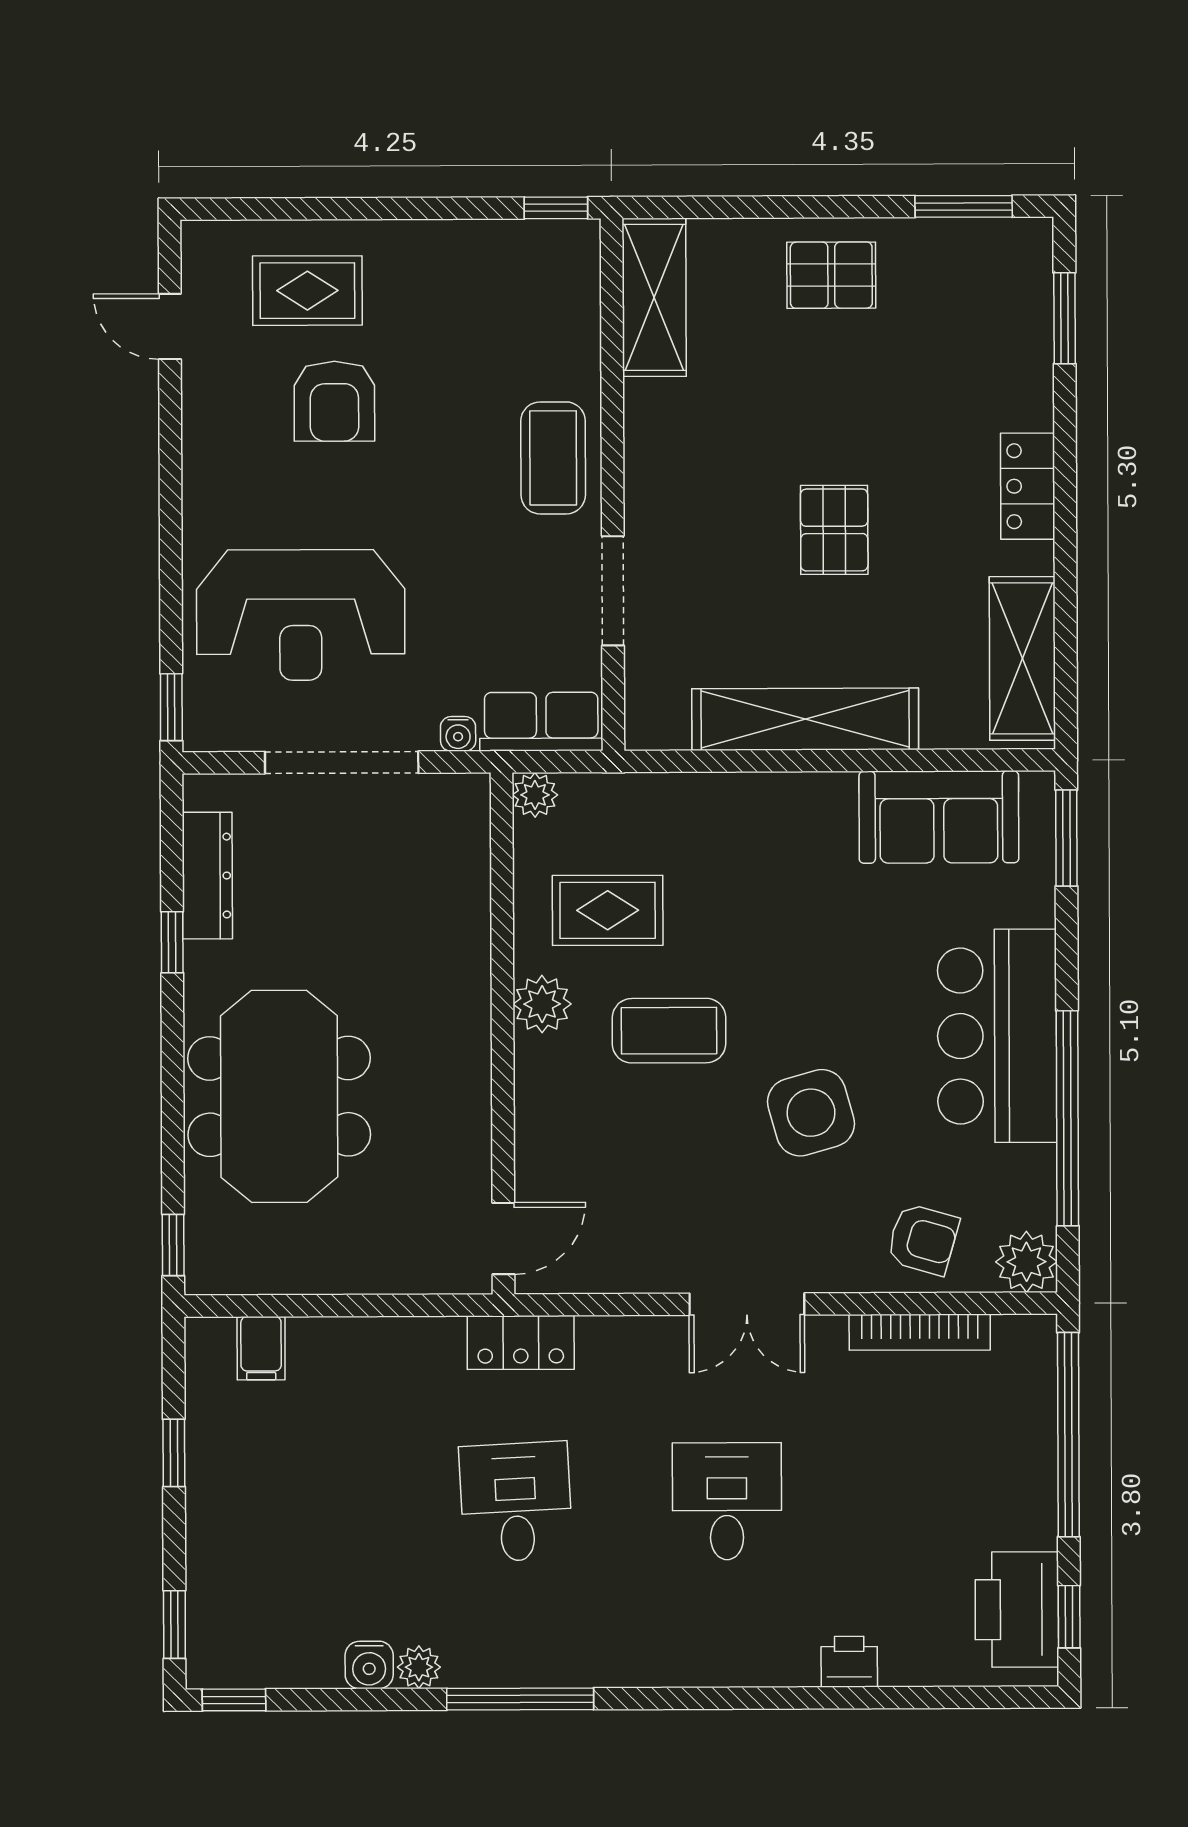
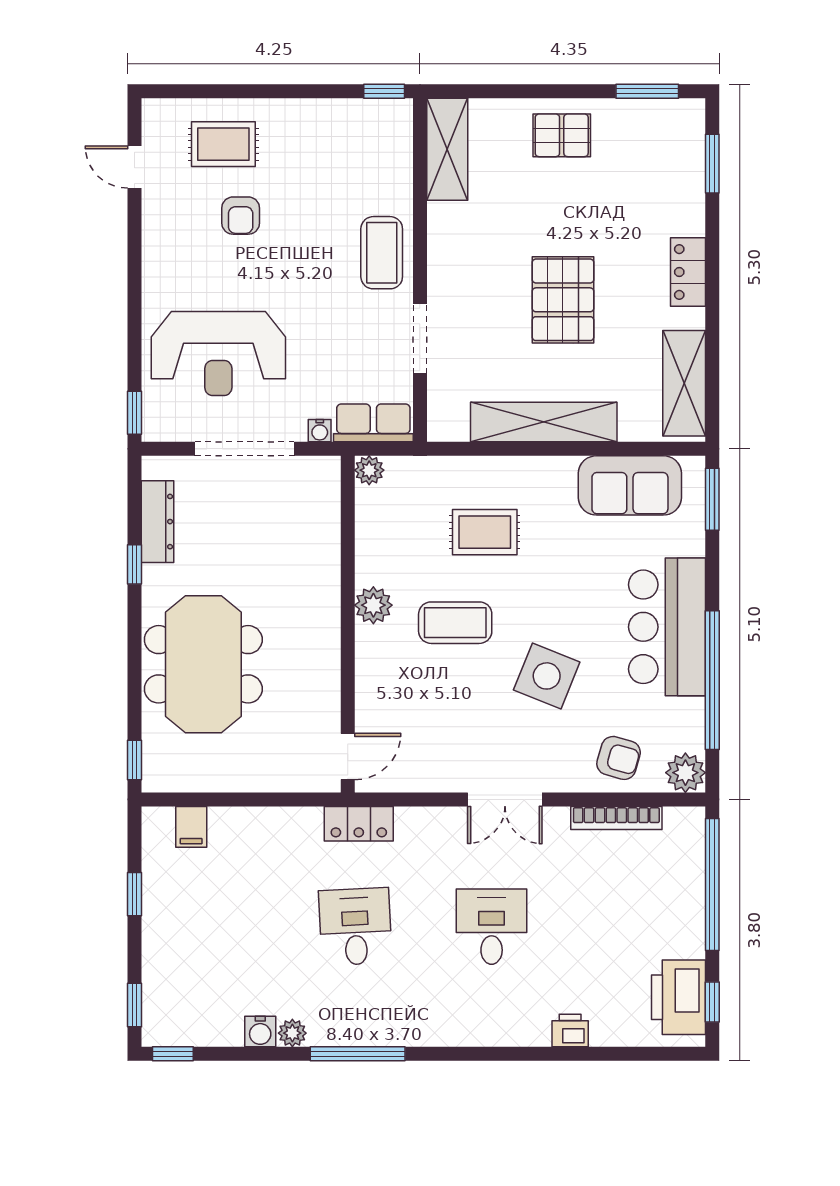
armchair: (334, 401) -> (241, 216), width x0.72, depth x0.72
pallet: (834, 530) -> (563, 300), width x1.50, depth x1.42
rug: (608, 910) -> (485, 532), moved
side table: (811, 1113) -> (547, 676), turned 38

